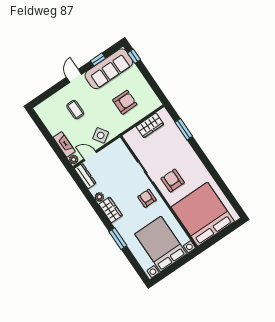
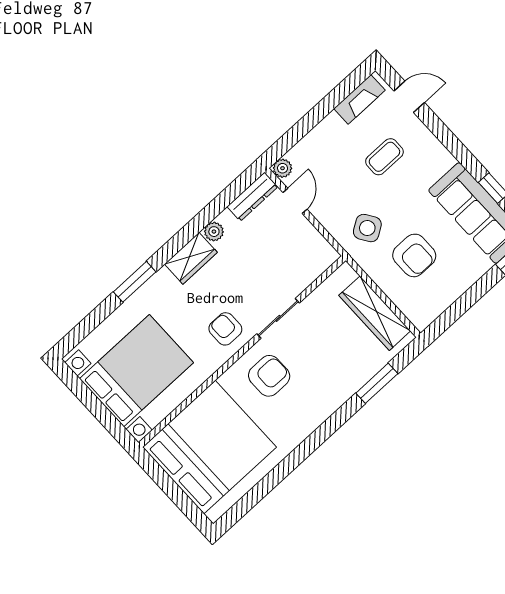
door: (74, 76) -> (409, 97), moved
wardrobe: (150, 125) -> (375, 313), width x1.50
side table: (101, 135) -> (367, 228), moved
fireplace: (64, 144) -> (359, 99), moved
armchair: (147, 198) -> (225, 329), turned -90

